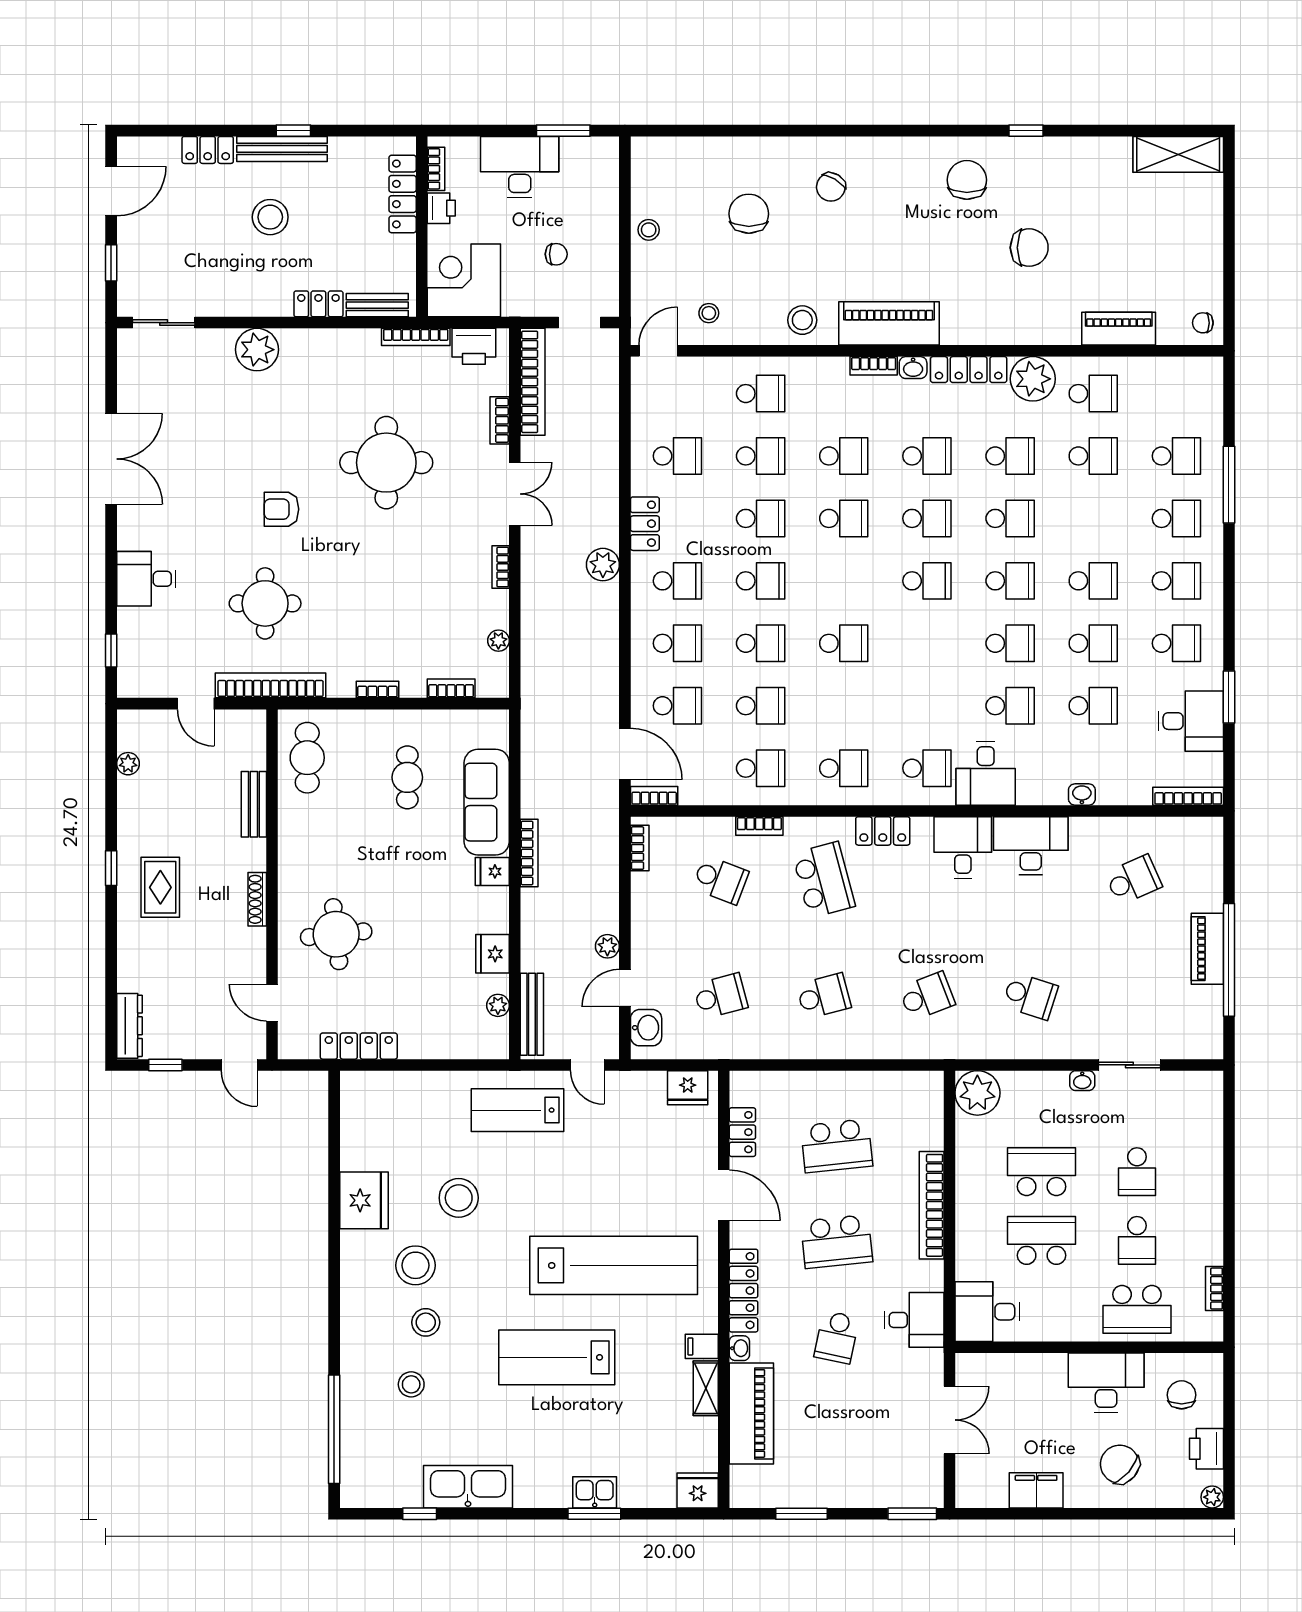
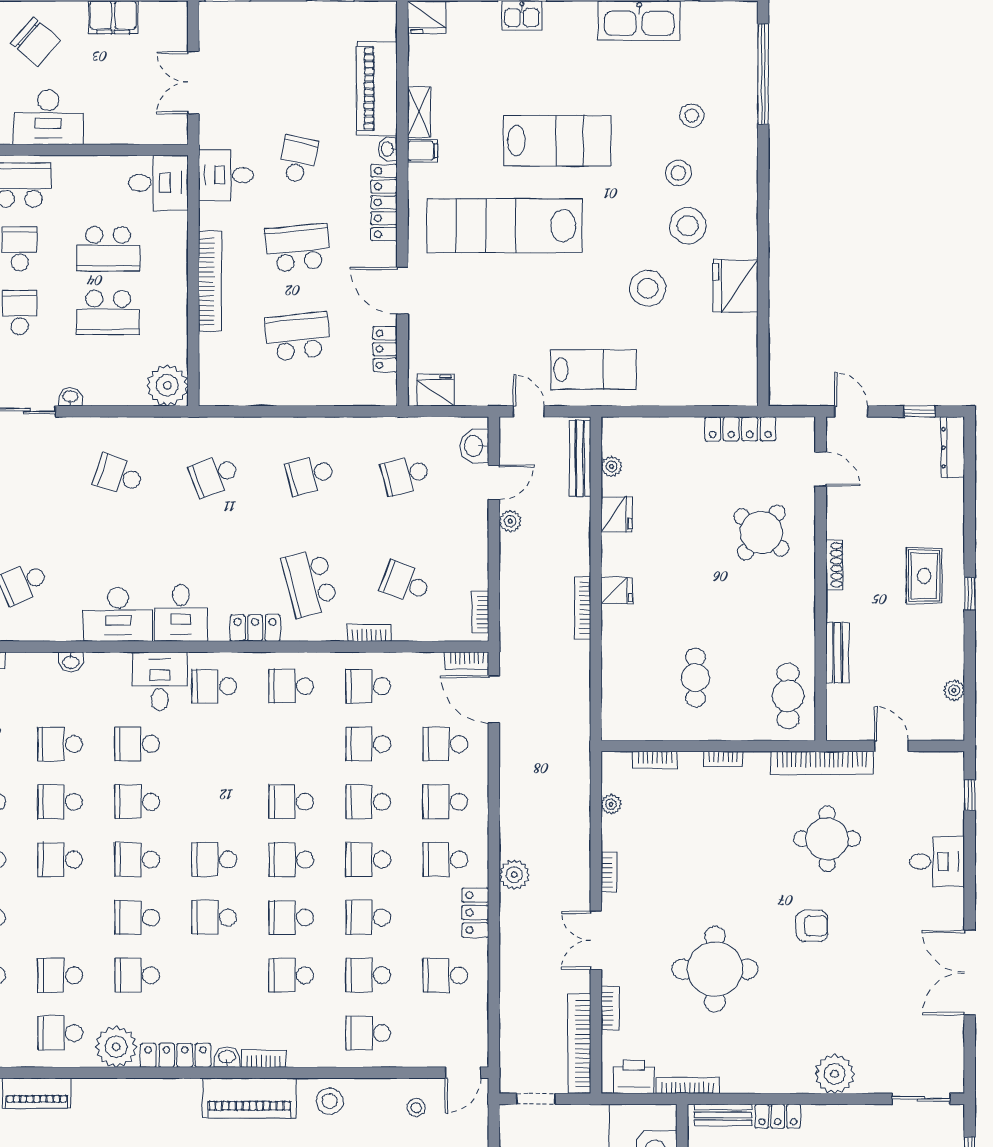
school desk: (927, 456) -> (291, 860), moved
sofa: (487, 802) -> (622, 655), removed
round table: (336, 934) -> (761, 532), turned 45

